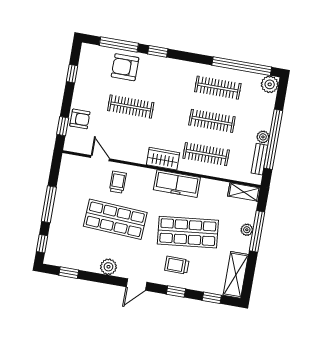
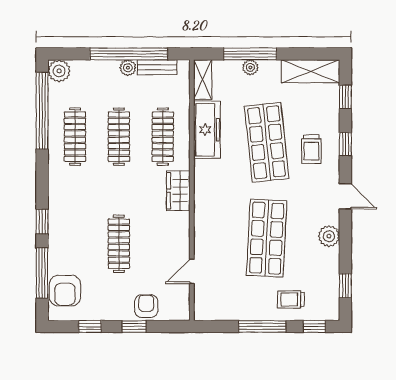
armchair: (125, 67) -> (65, 291), moved
window: (63, 126) -> (134, 326), moved
trolley: (118, 182) -> (291, 299), moved
freezer: (177, 184) -> (207, 130), moved

